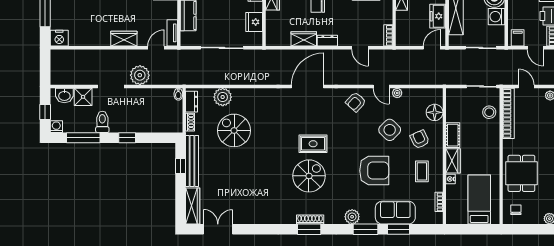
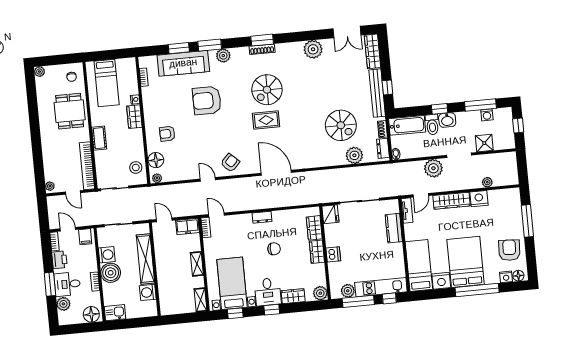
freezer: (438, 16) -> (187, 226), moved, turned 90
fridge: (254, 22) -> (330, 214), moved
nightstand: (59, 38) -> (479, 199), moved
wardrobe: (124, 39) -> (452, 201), width x1.50
wardrobe: (304, 39) -> (314, 228), moved, turned 90
door: (360, 48) -> (217, 215), moved
door: (432, 48) -> (164, 220), swing flipped
plant: (84, 55) -> (487, 182), added
door: (308, 86) -> (276, 173), swing flipped
plant: (397, 93) -> (157, 178), moved
washbasin: (64, 95) -> (447, 120), moved, turned 180
stool: (489, 112) -> (136, 168), moved
toilet: (102, 122) -> (432, 125), moved
bathtub: (163, 124) -> (407, 125), added
washing machine: (56, 127) -> (487, 115), moved
side table: (390, 130) -> (196, 140), removed
cot: (453, 135) -> (99, 138), moved
armchair: (420, 139) -> (167, 134), turned 113
coffee table: (422, 171) -> (162, 104), removed
sofa: (395, 213) -> (183, 63), width x1.36
plant: (256, 214) -> (313, 49), added

